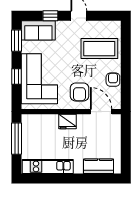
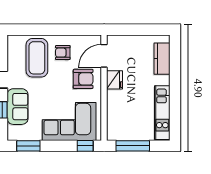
sofa: (38, 30) -> (18, 107), moved
window: (17, 77) -> (85, 146), moved
armchair: (113, 80) -> (63, 53), moved
fridge: (68, 121) -> (115, 80), moved

